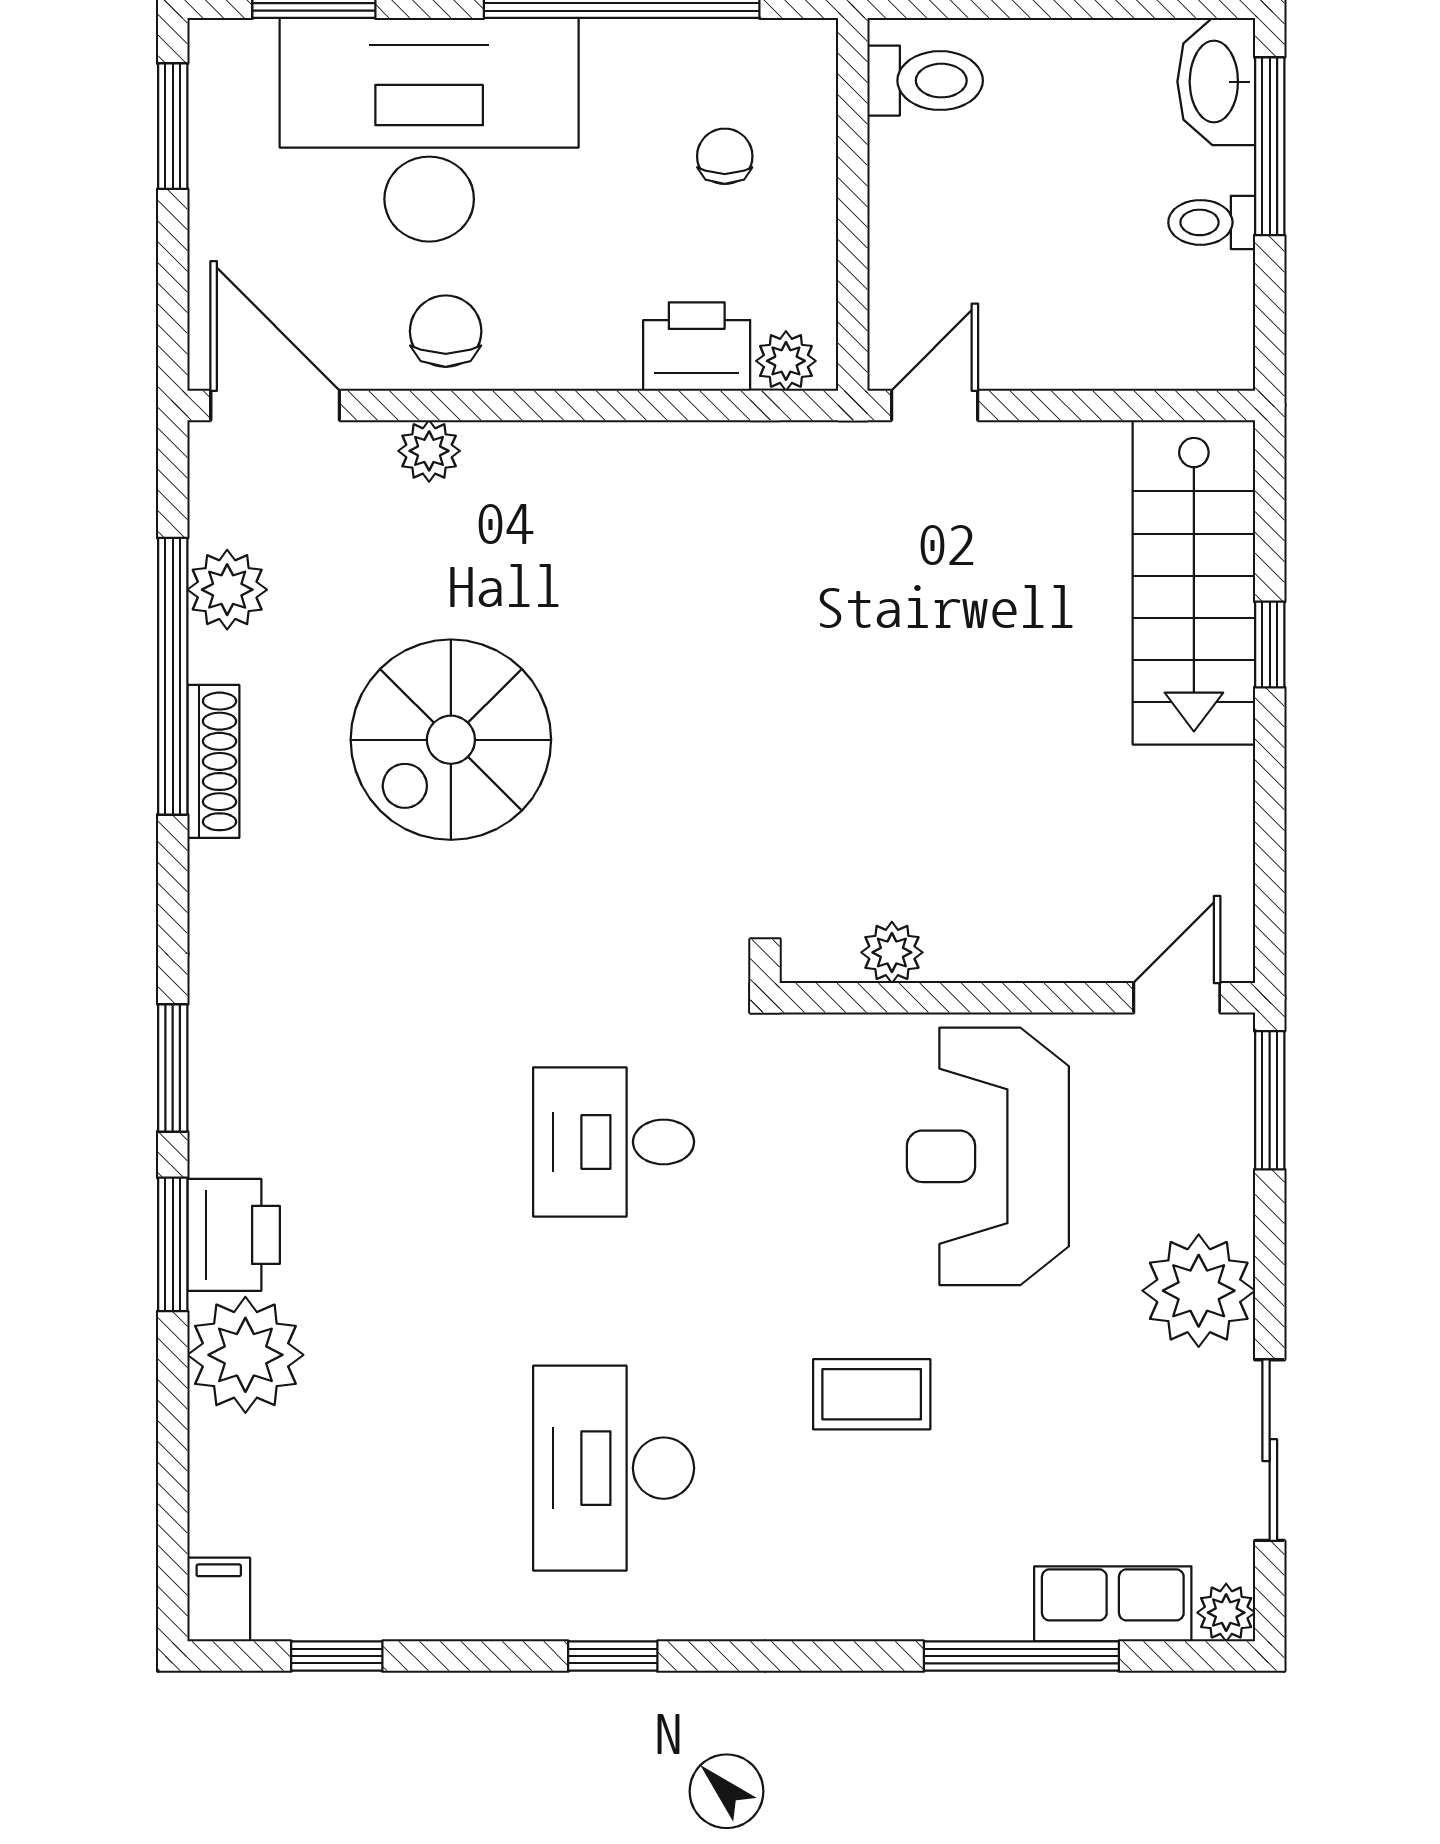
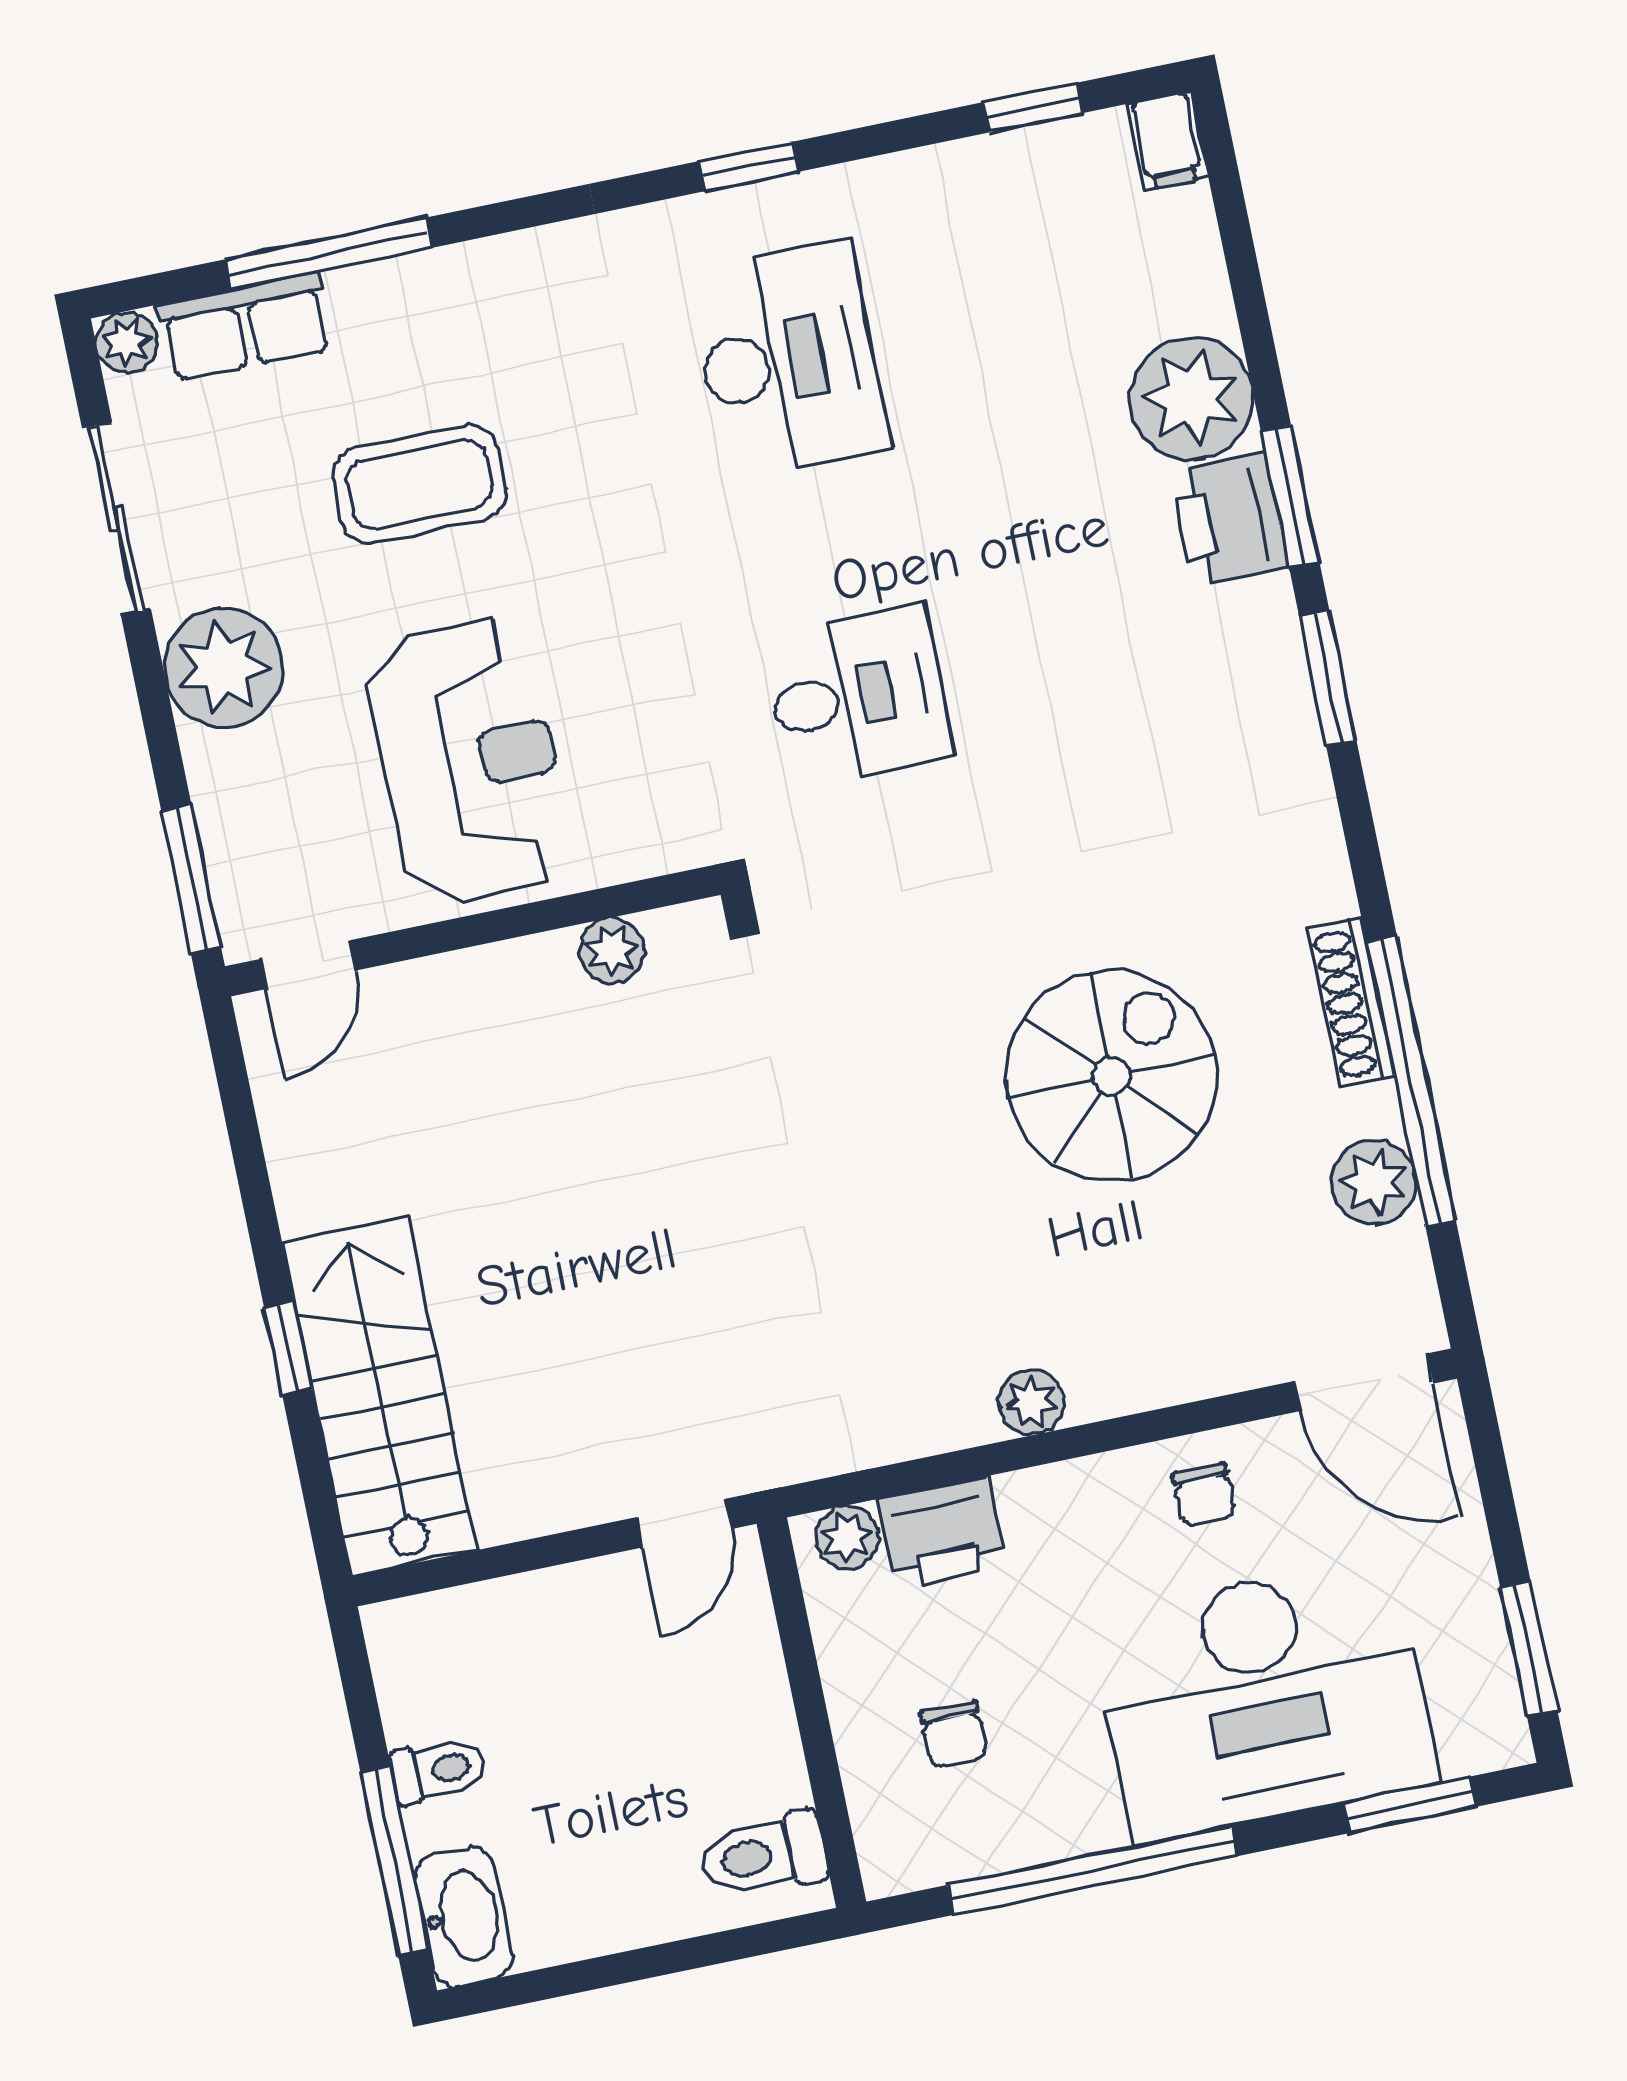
chair: (446, 331) -> (1204, 1495), width x0.73, depth x0.73
plant: (429, 451) -> (1031, 1402), moved
coffee table: (872, 1394) -> (419, 484), moved, width x1.36, depth x1.30

